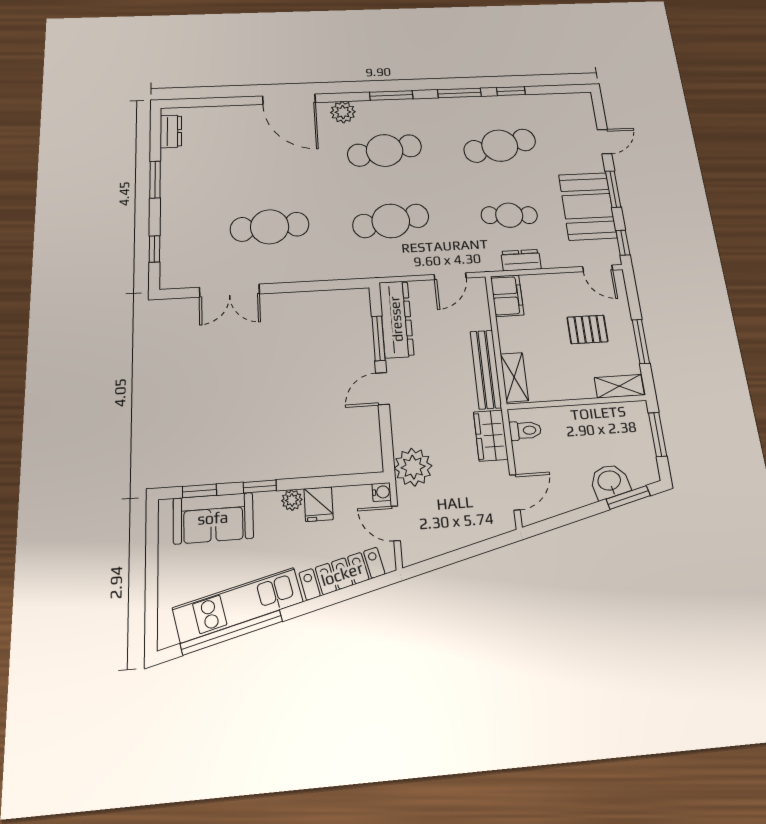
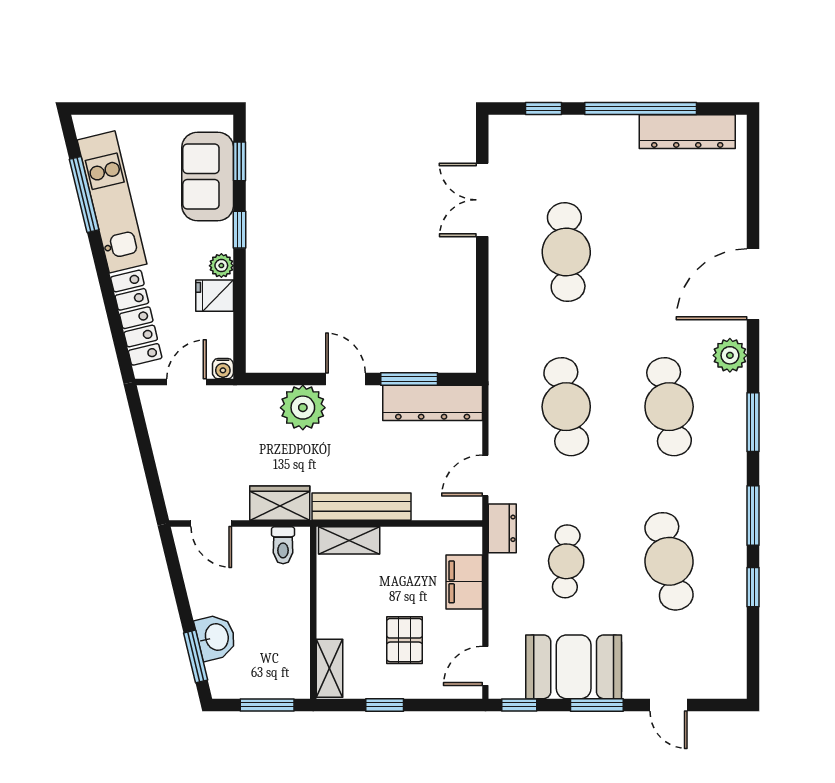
dresser: (171, 131) -> (687, 132), width x1.96, depth x1.24
window: (155, 180) -> (641, 108), width x2.11
dresser: (521, 260) -> (502, 528), moved
door: (450, 276) -> (485, 475), hinge flipped
filing cabinet: (507, 296) -> (464, 582), moved, turned 90
window: (641, 341) -> (385, 705), width x0.67
plant: (413, 467) -> (303, 408), moved
window: (232, 632) -> (84, 194), width x0.68

